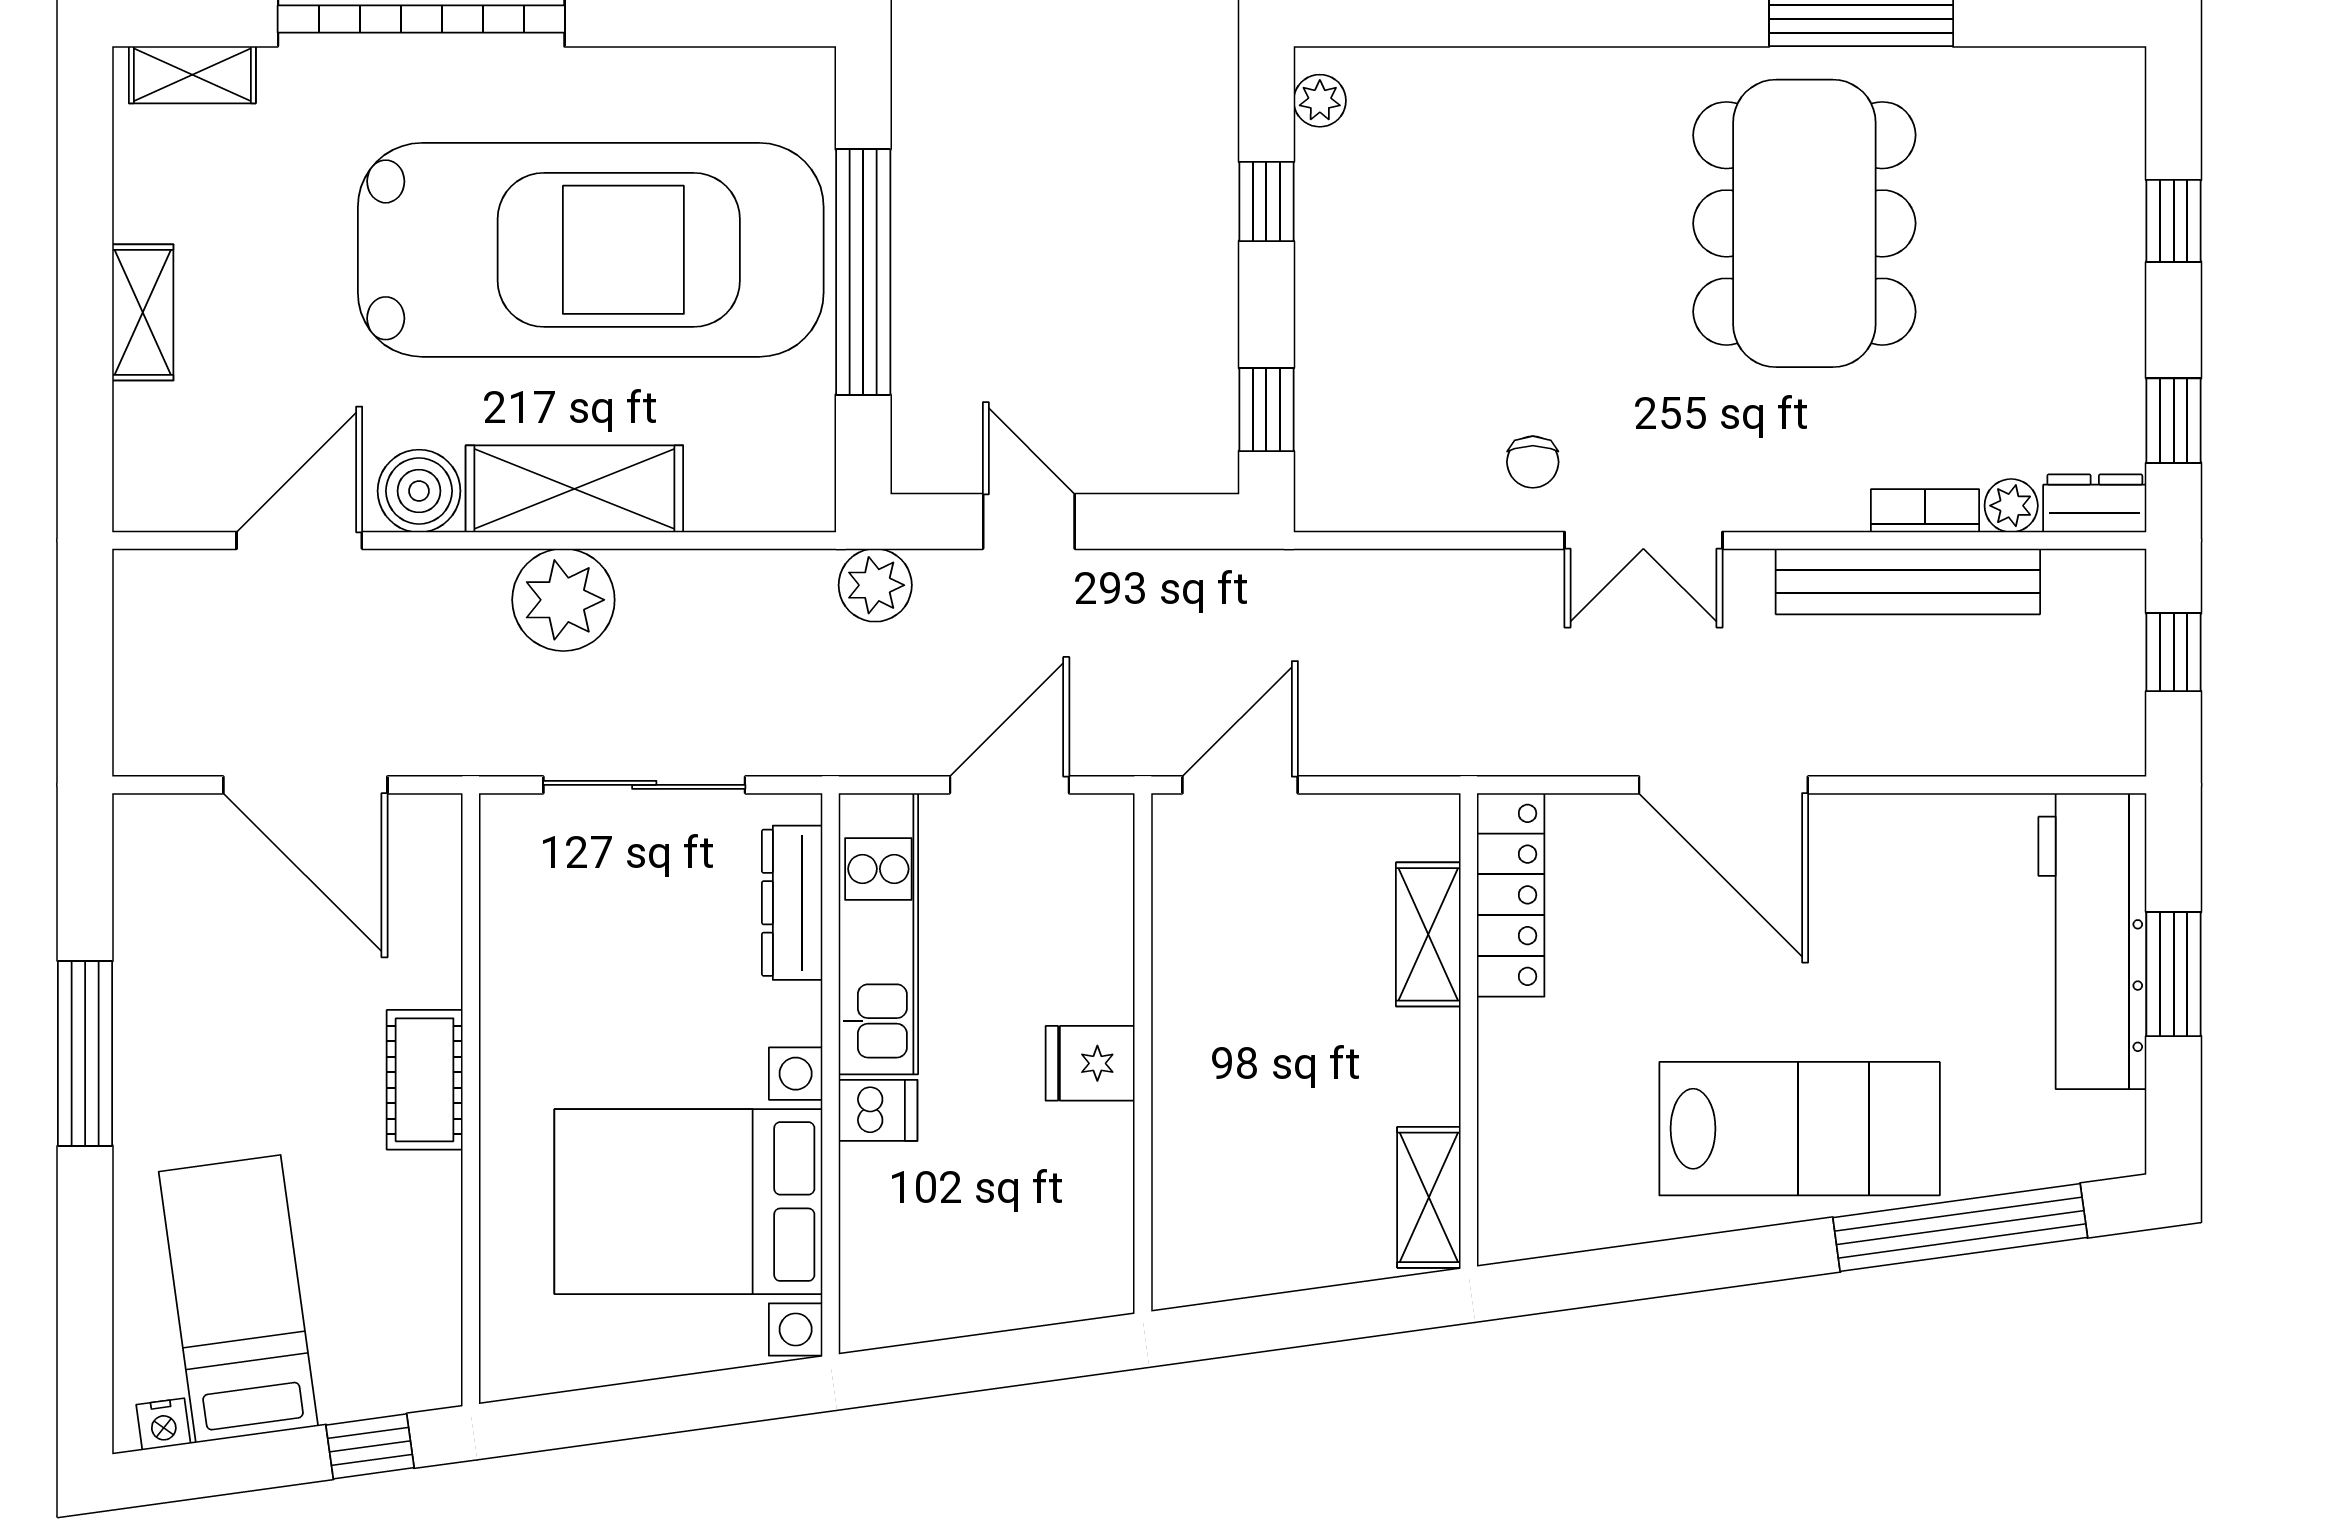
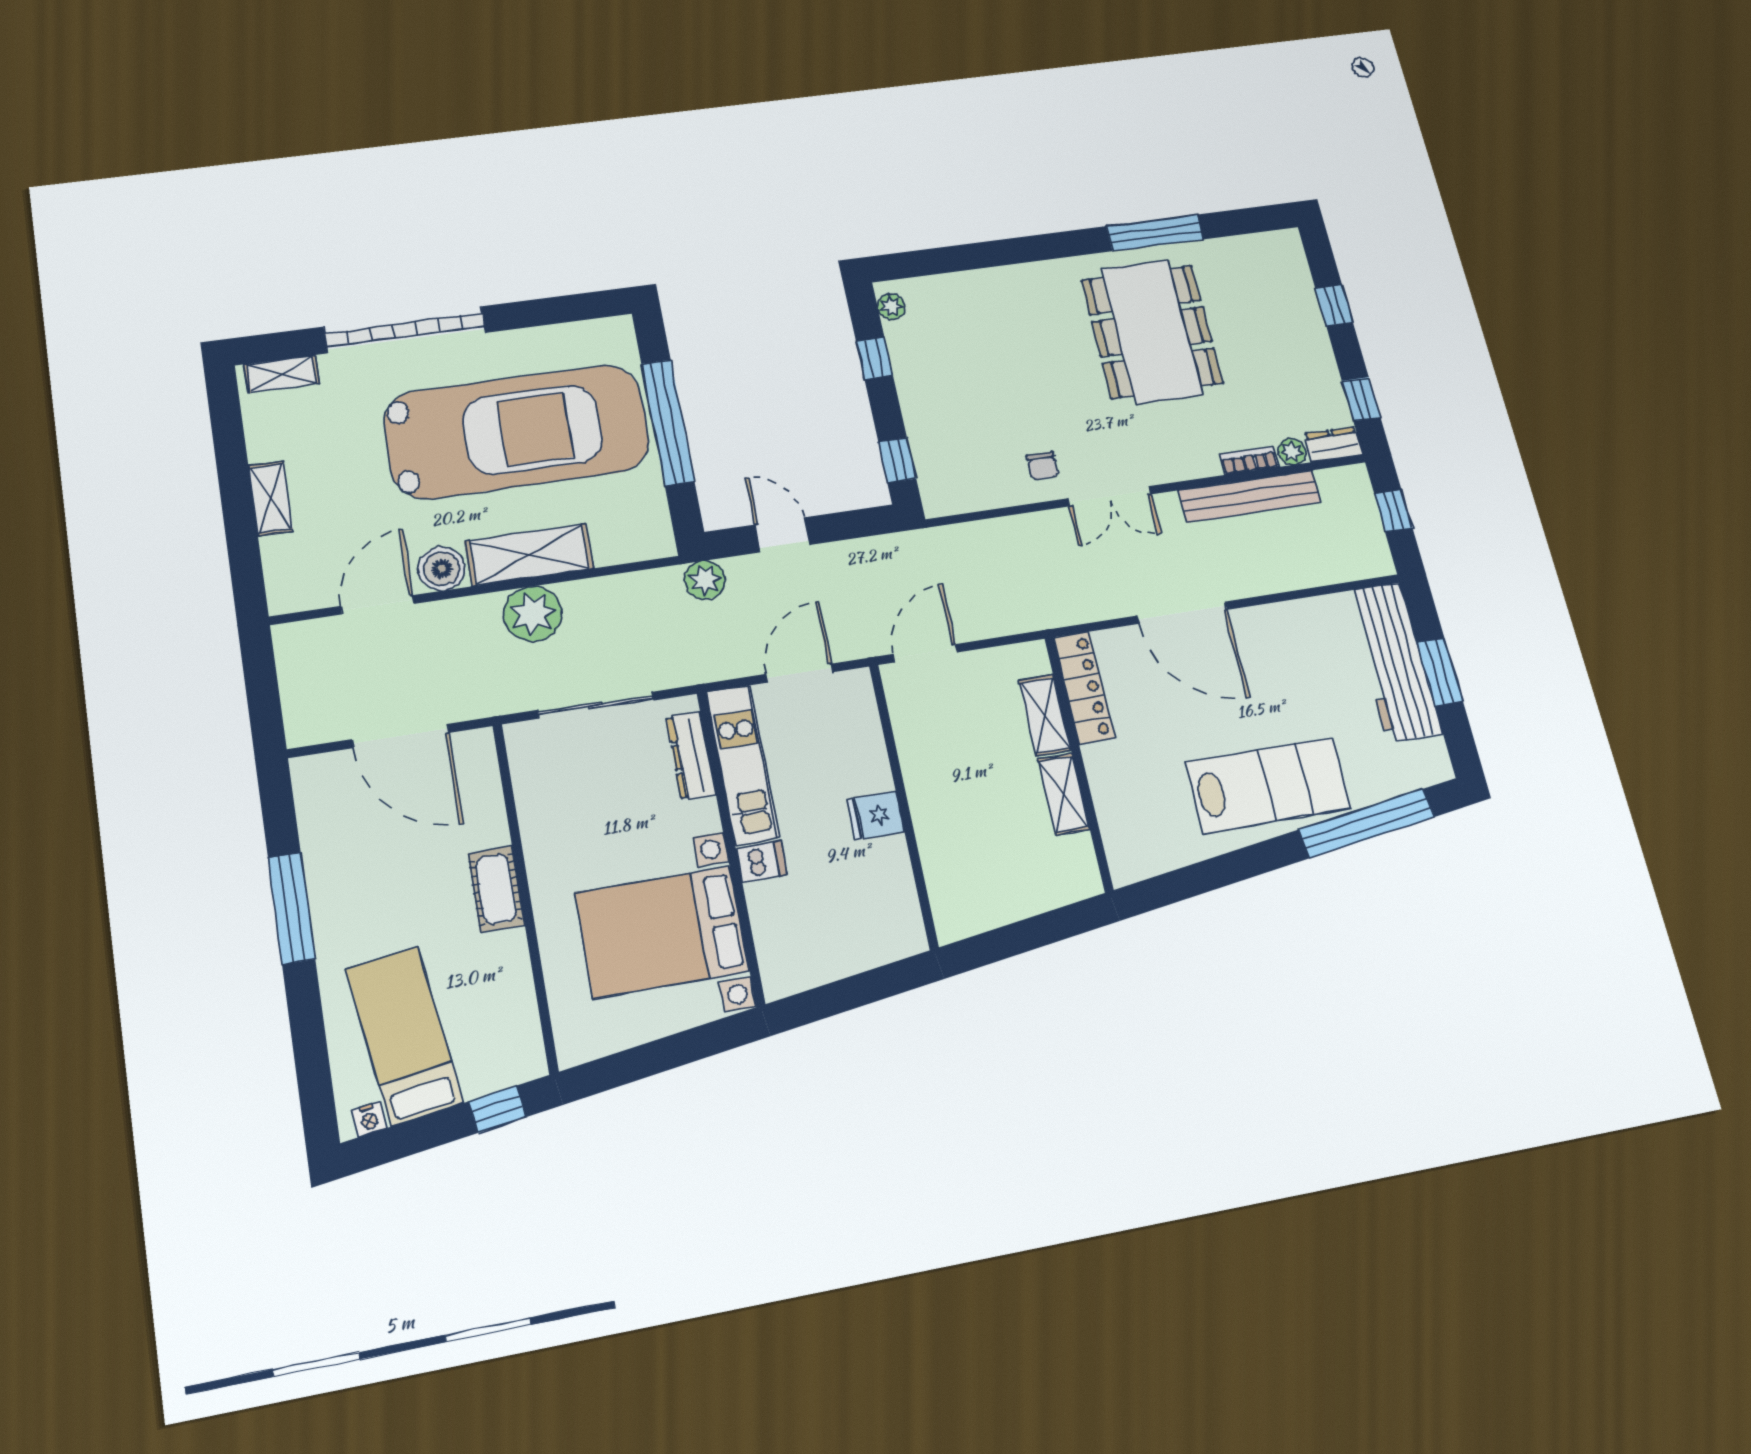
shelving: (1429, 1197) -> (1064, 794), moved

